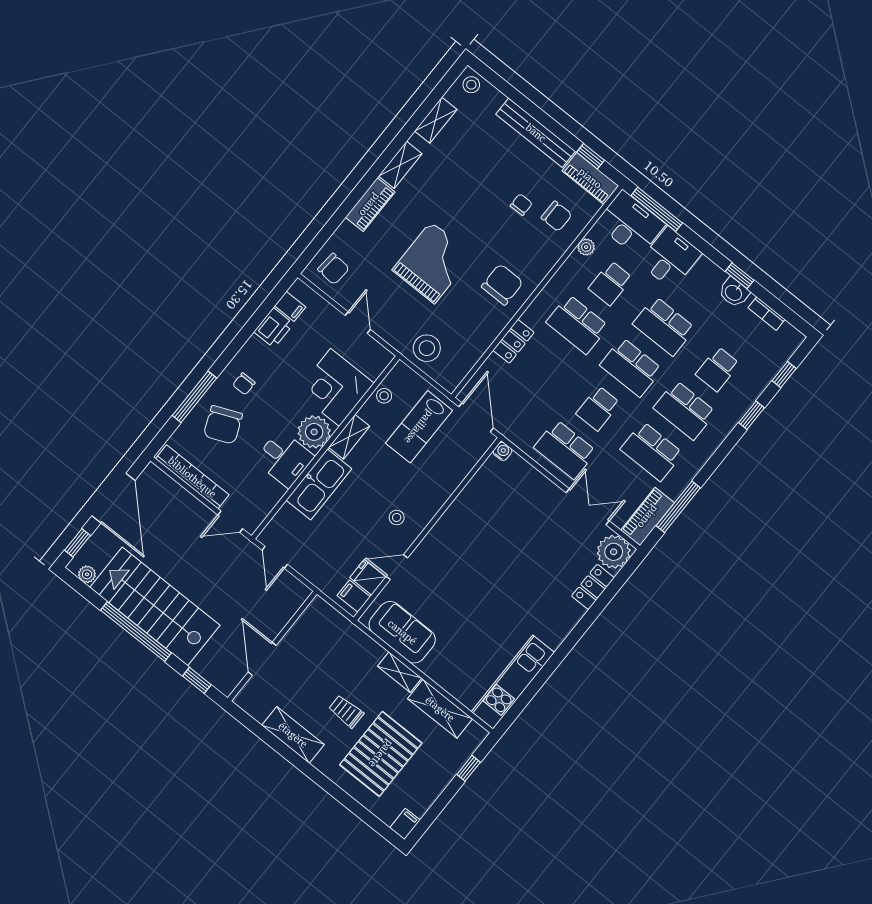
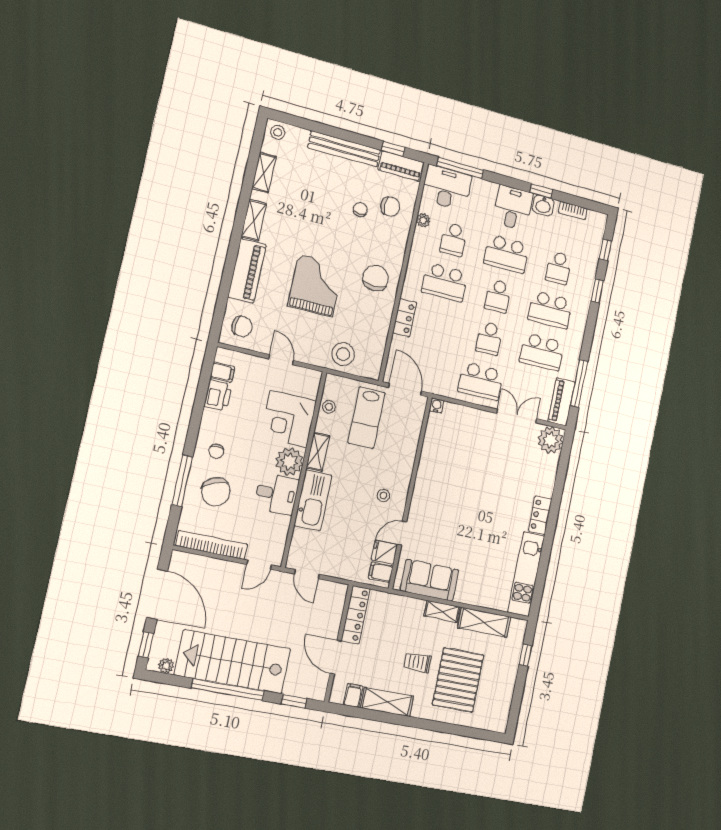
piano: (370, 205) -> (247, 271), width x1.37, depth x1.33
desk: (670, 258) -> (513, 208), moved
school desk: (631, 367) -> (498, 296), width x0.54
locker: (593, 587) -> (540, 515), moved
locker: (305, 626) -> (356, 615), added
filing cabinet: (405, 824) -> (353, 696), moved

